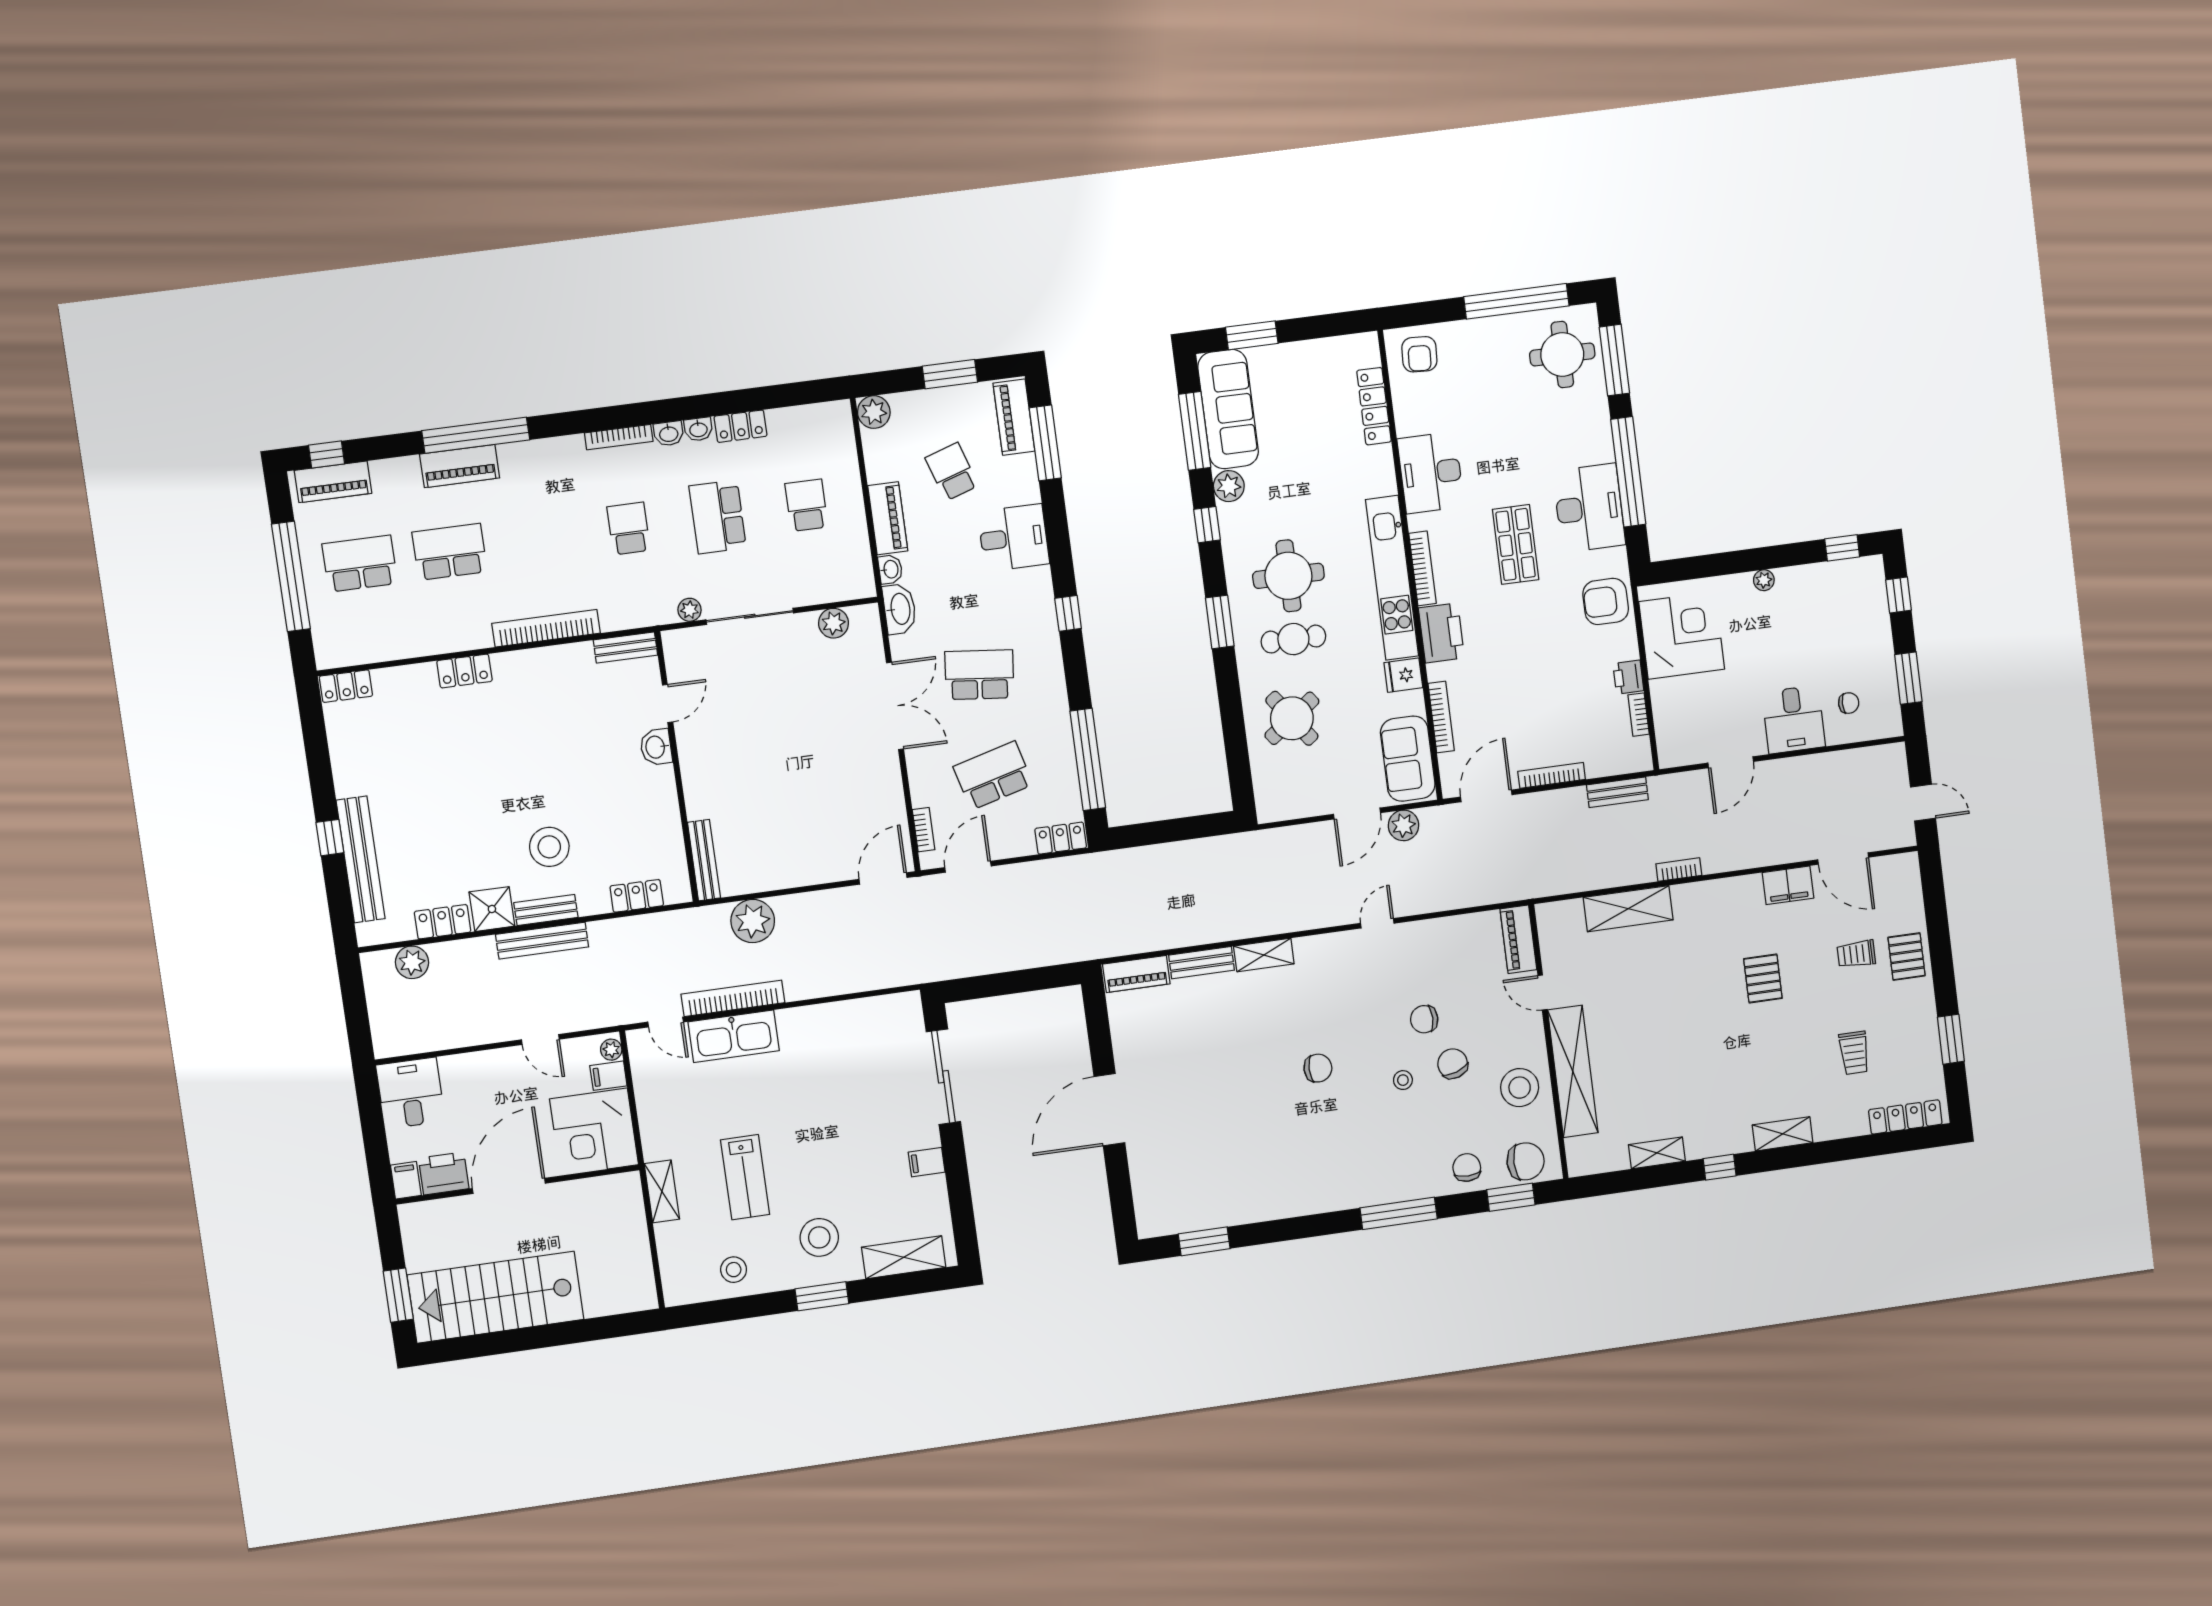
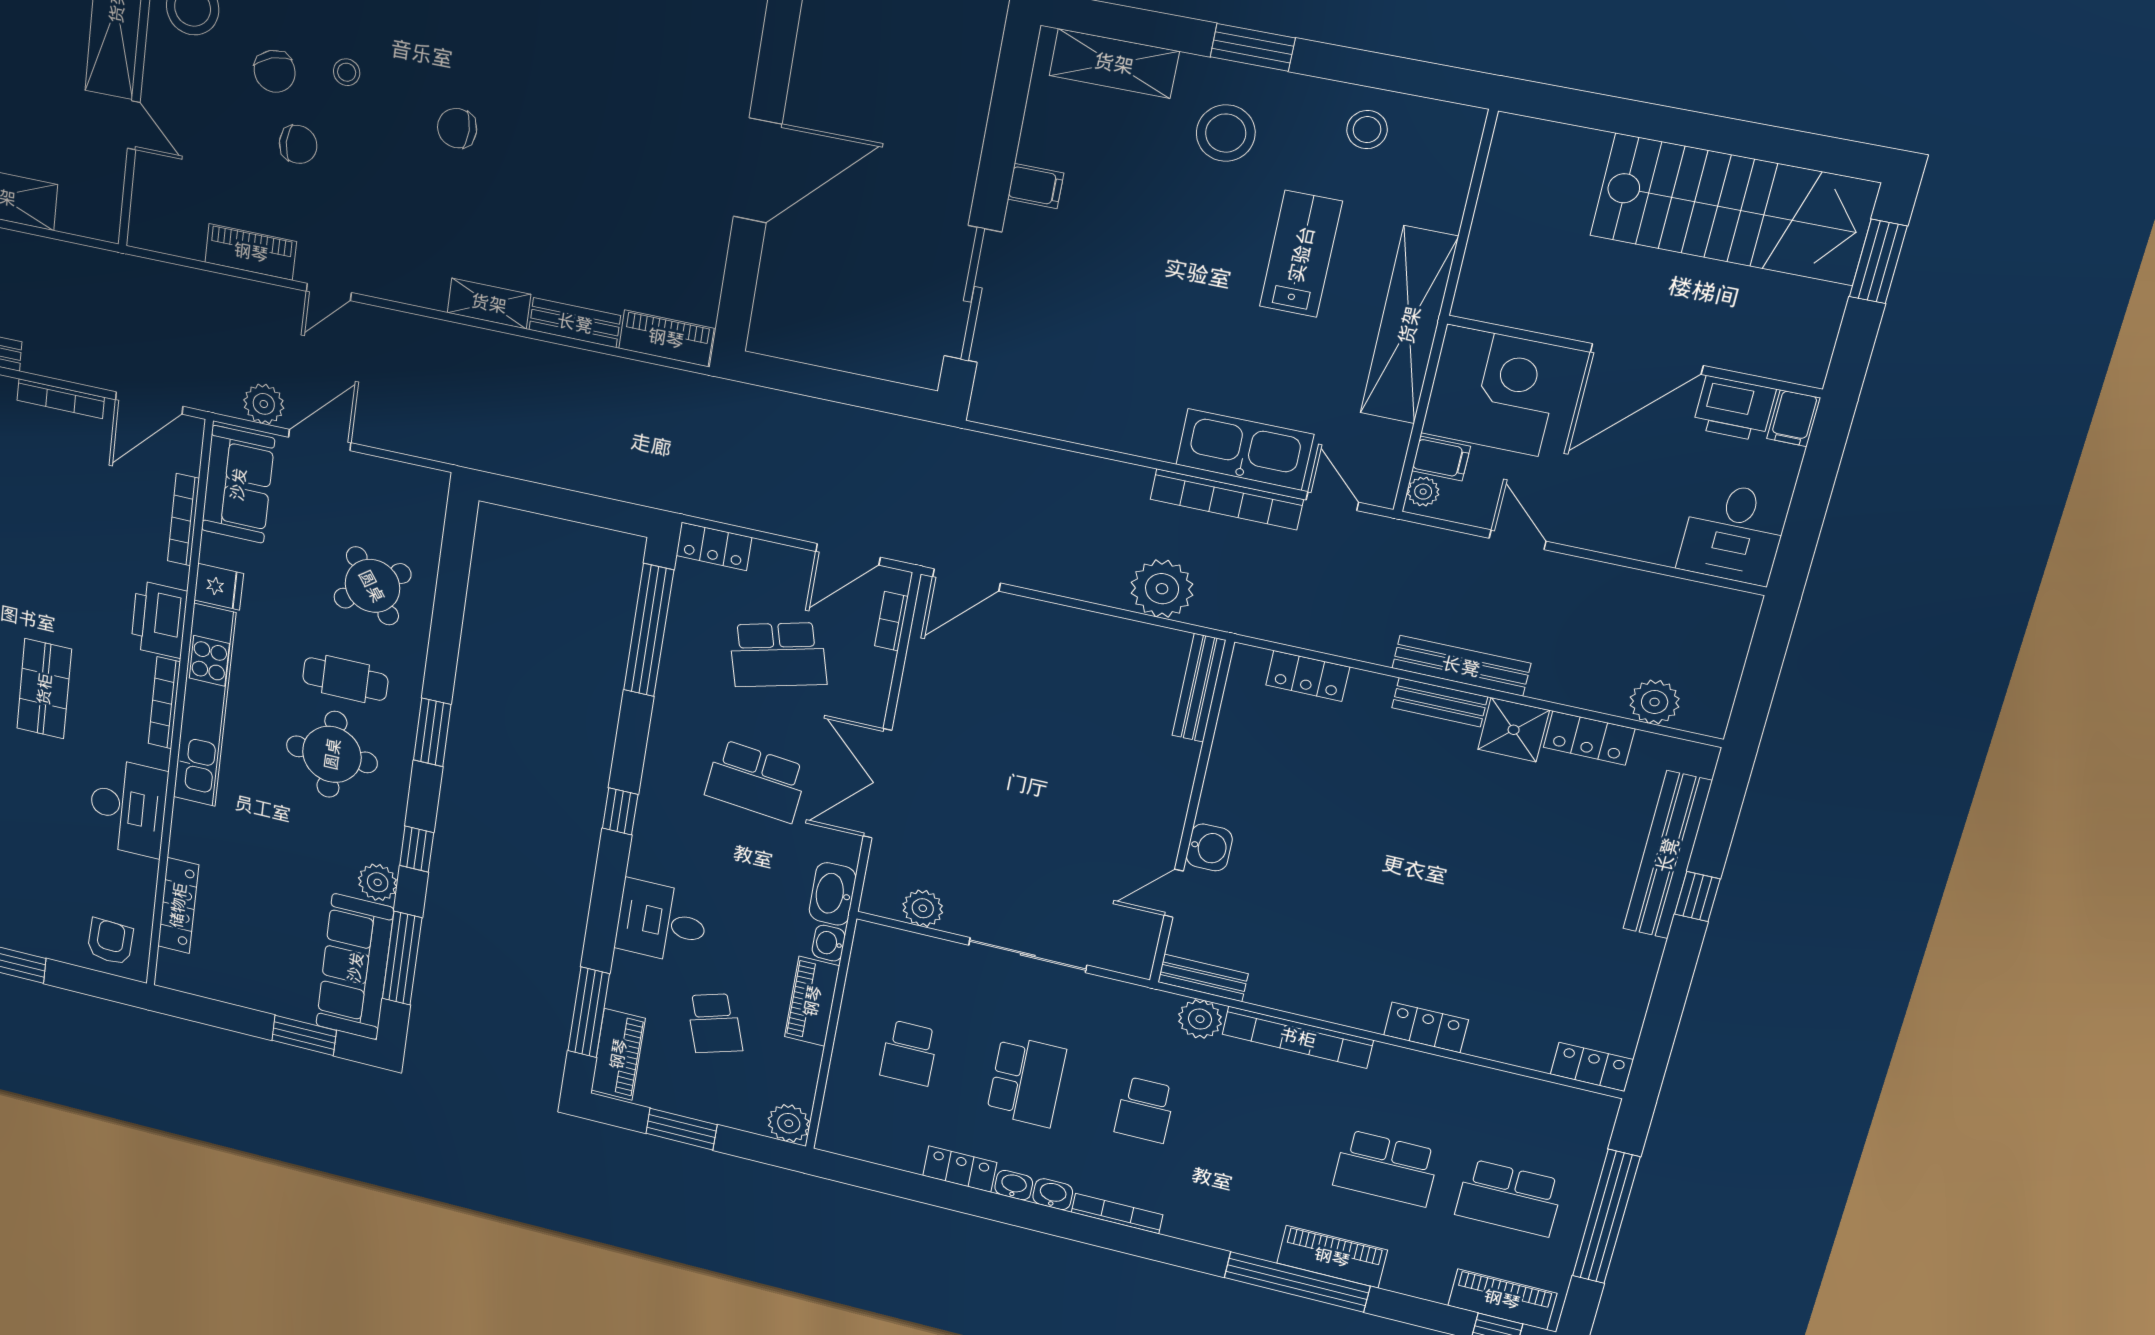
plant: (690, 610) -> (1200, 1019), moved, width x1.38, depth x1.38
stool: (549, 847) -> (1402, 779), removed
piano: (1518, 939) -> (251, 252), moved, turned -90
shelving: (662, 1191) -> (1409, 325), width x2.20, depth x1.33

